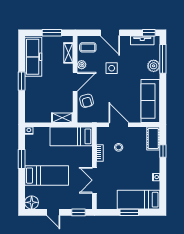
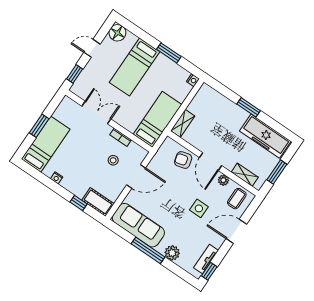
window: (163, 59) -> (148, 250), moved

